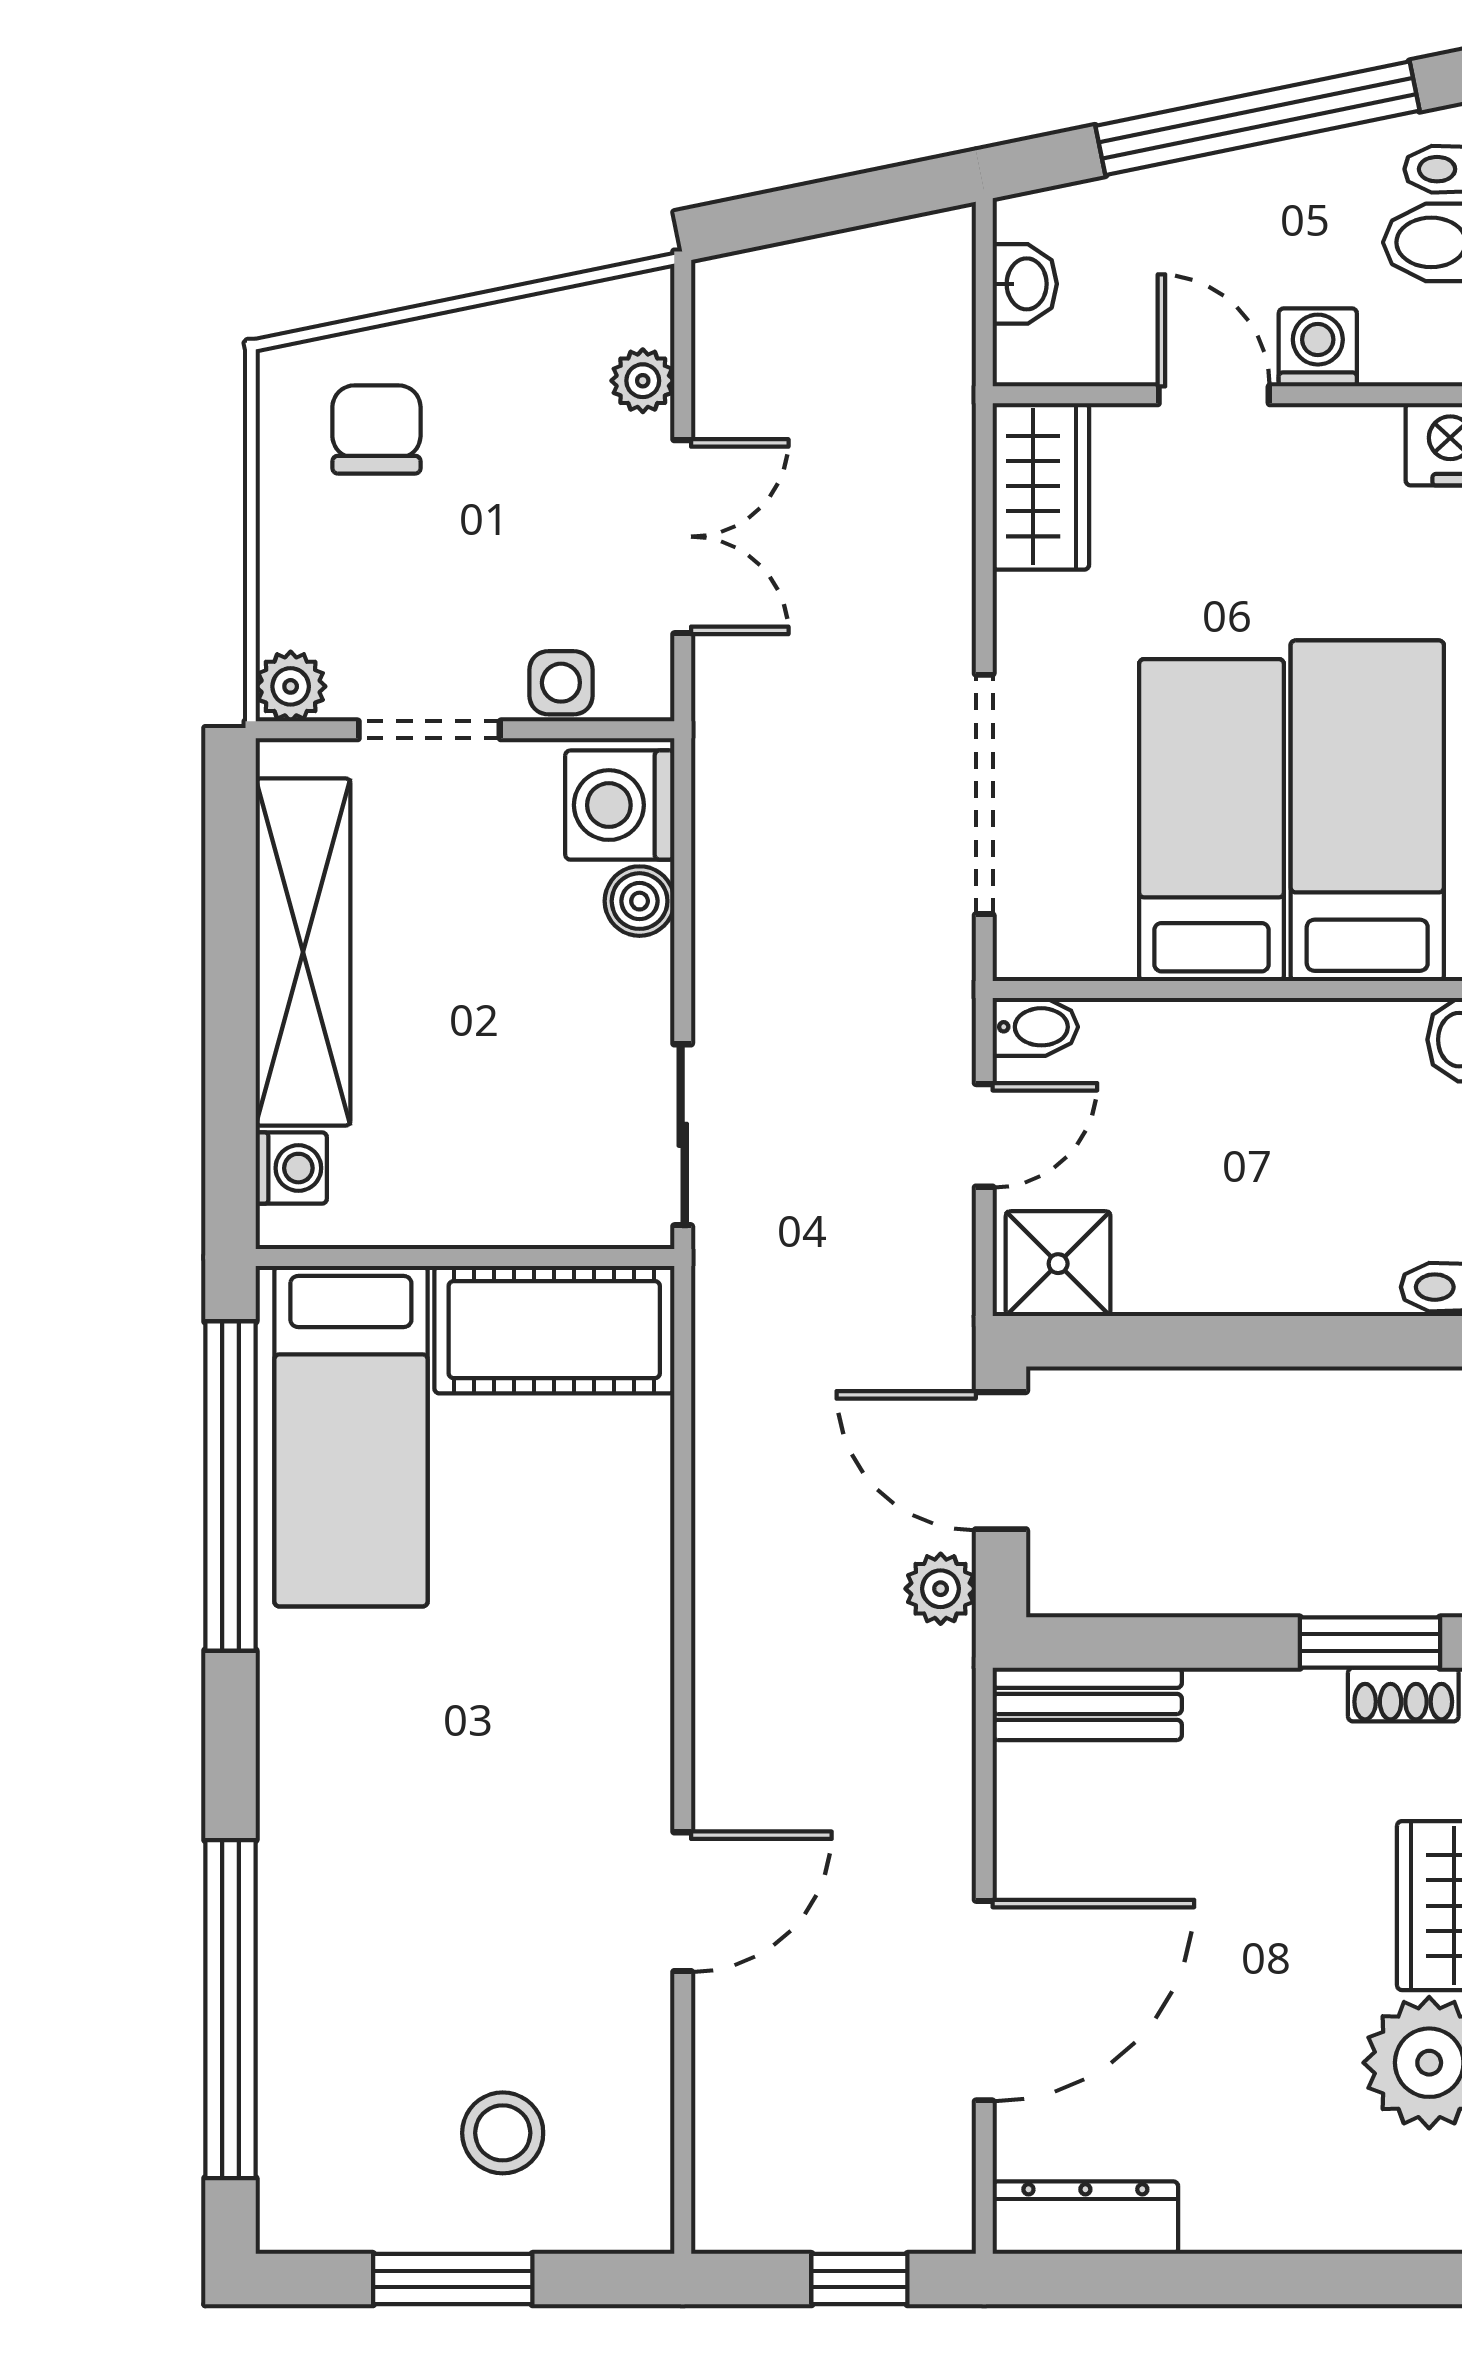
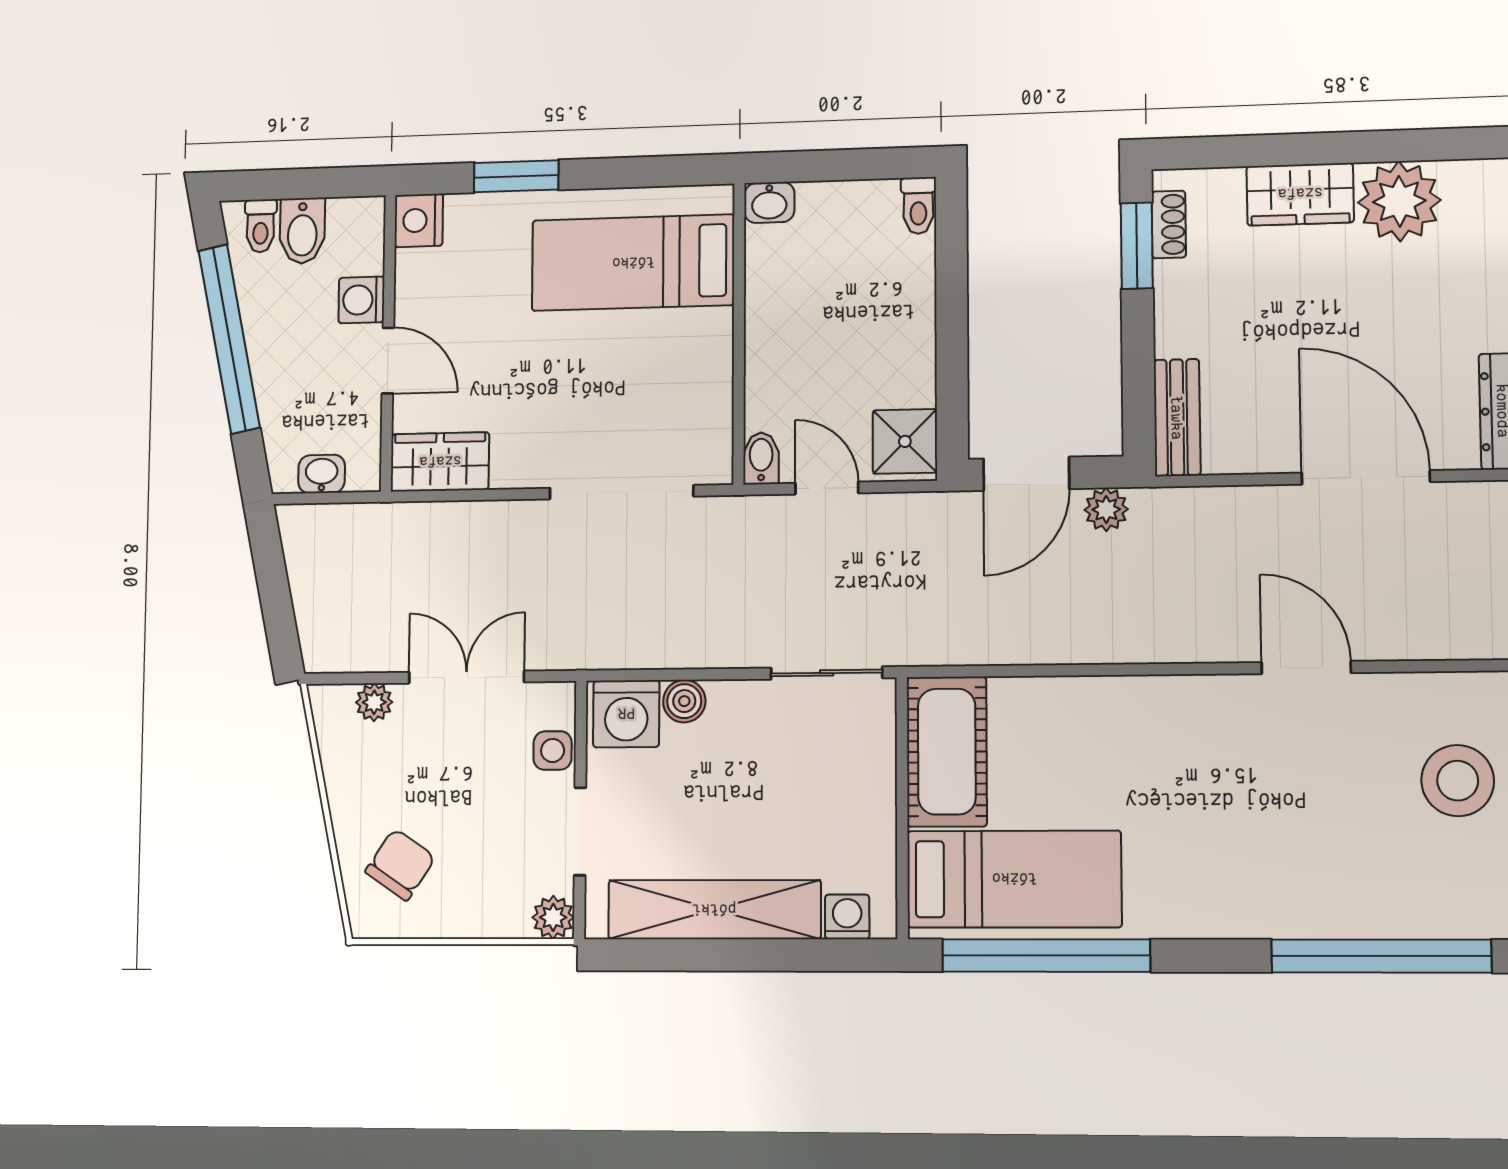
door: (1214, 395) -> (388, 360), swing flipped
chair: (376, 430) -> (400, 865), turned 124
bed: (1211, 820) -> (638, 355), removed
stool: (503, 2133) -> (1458, 781), width x1.38, depth x1.38

